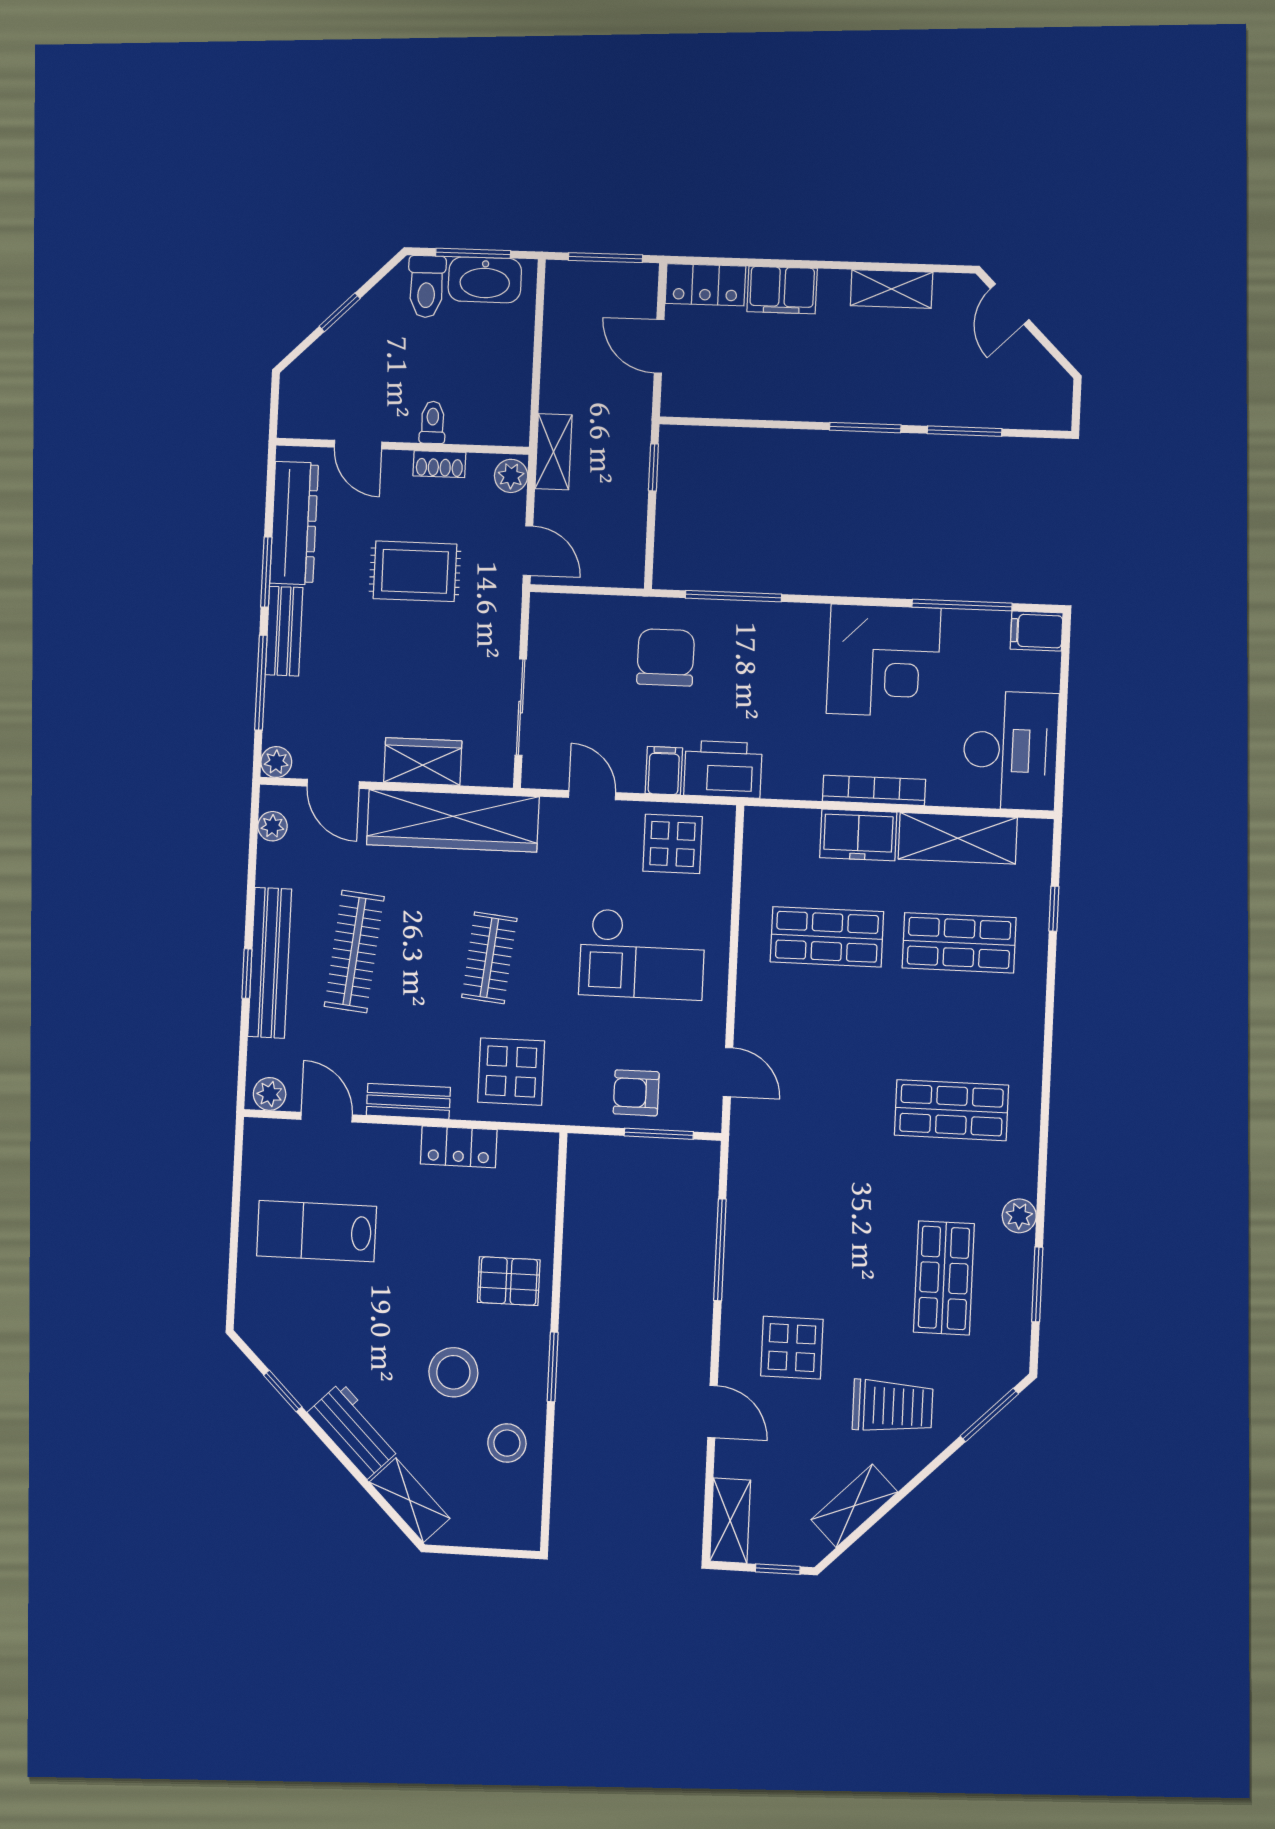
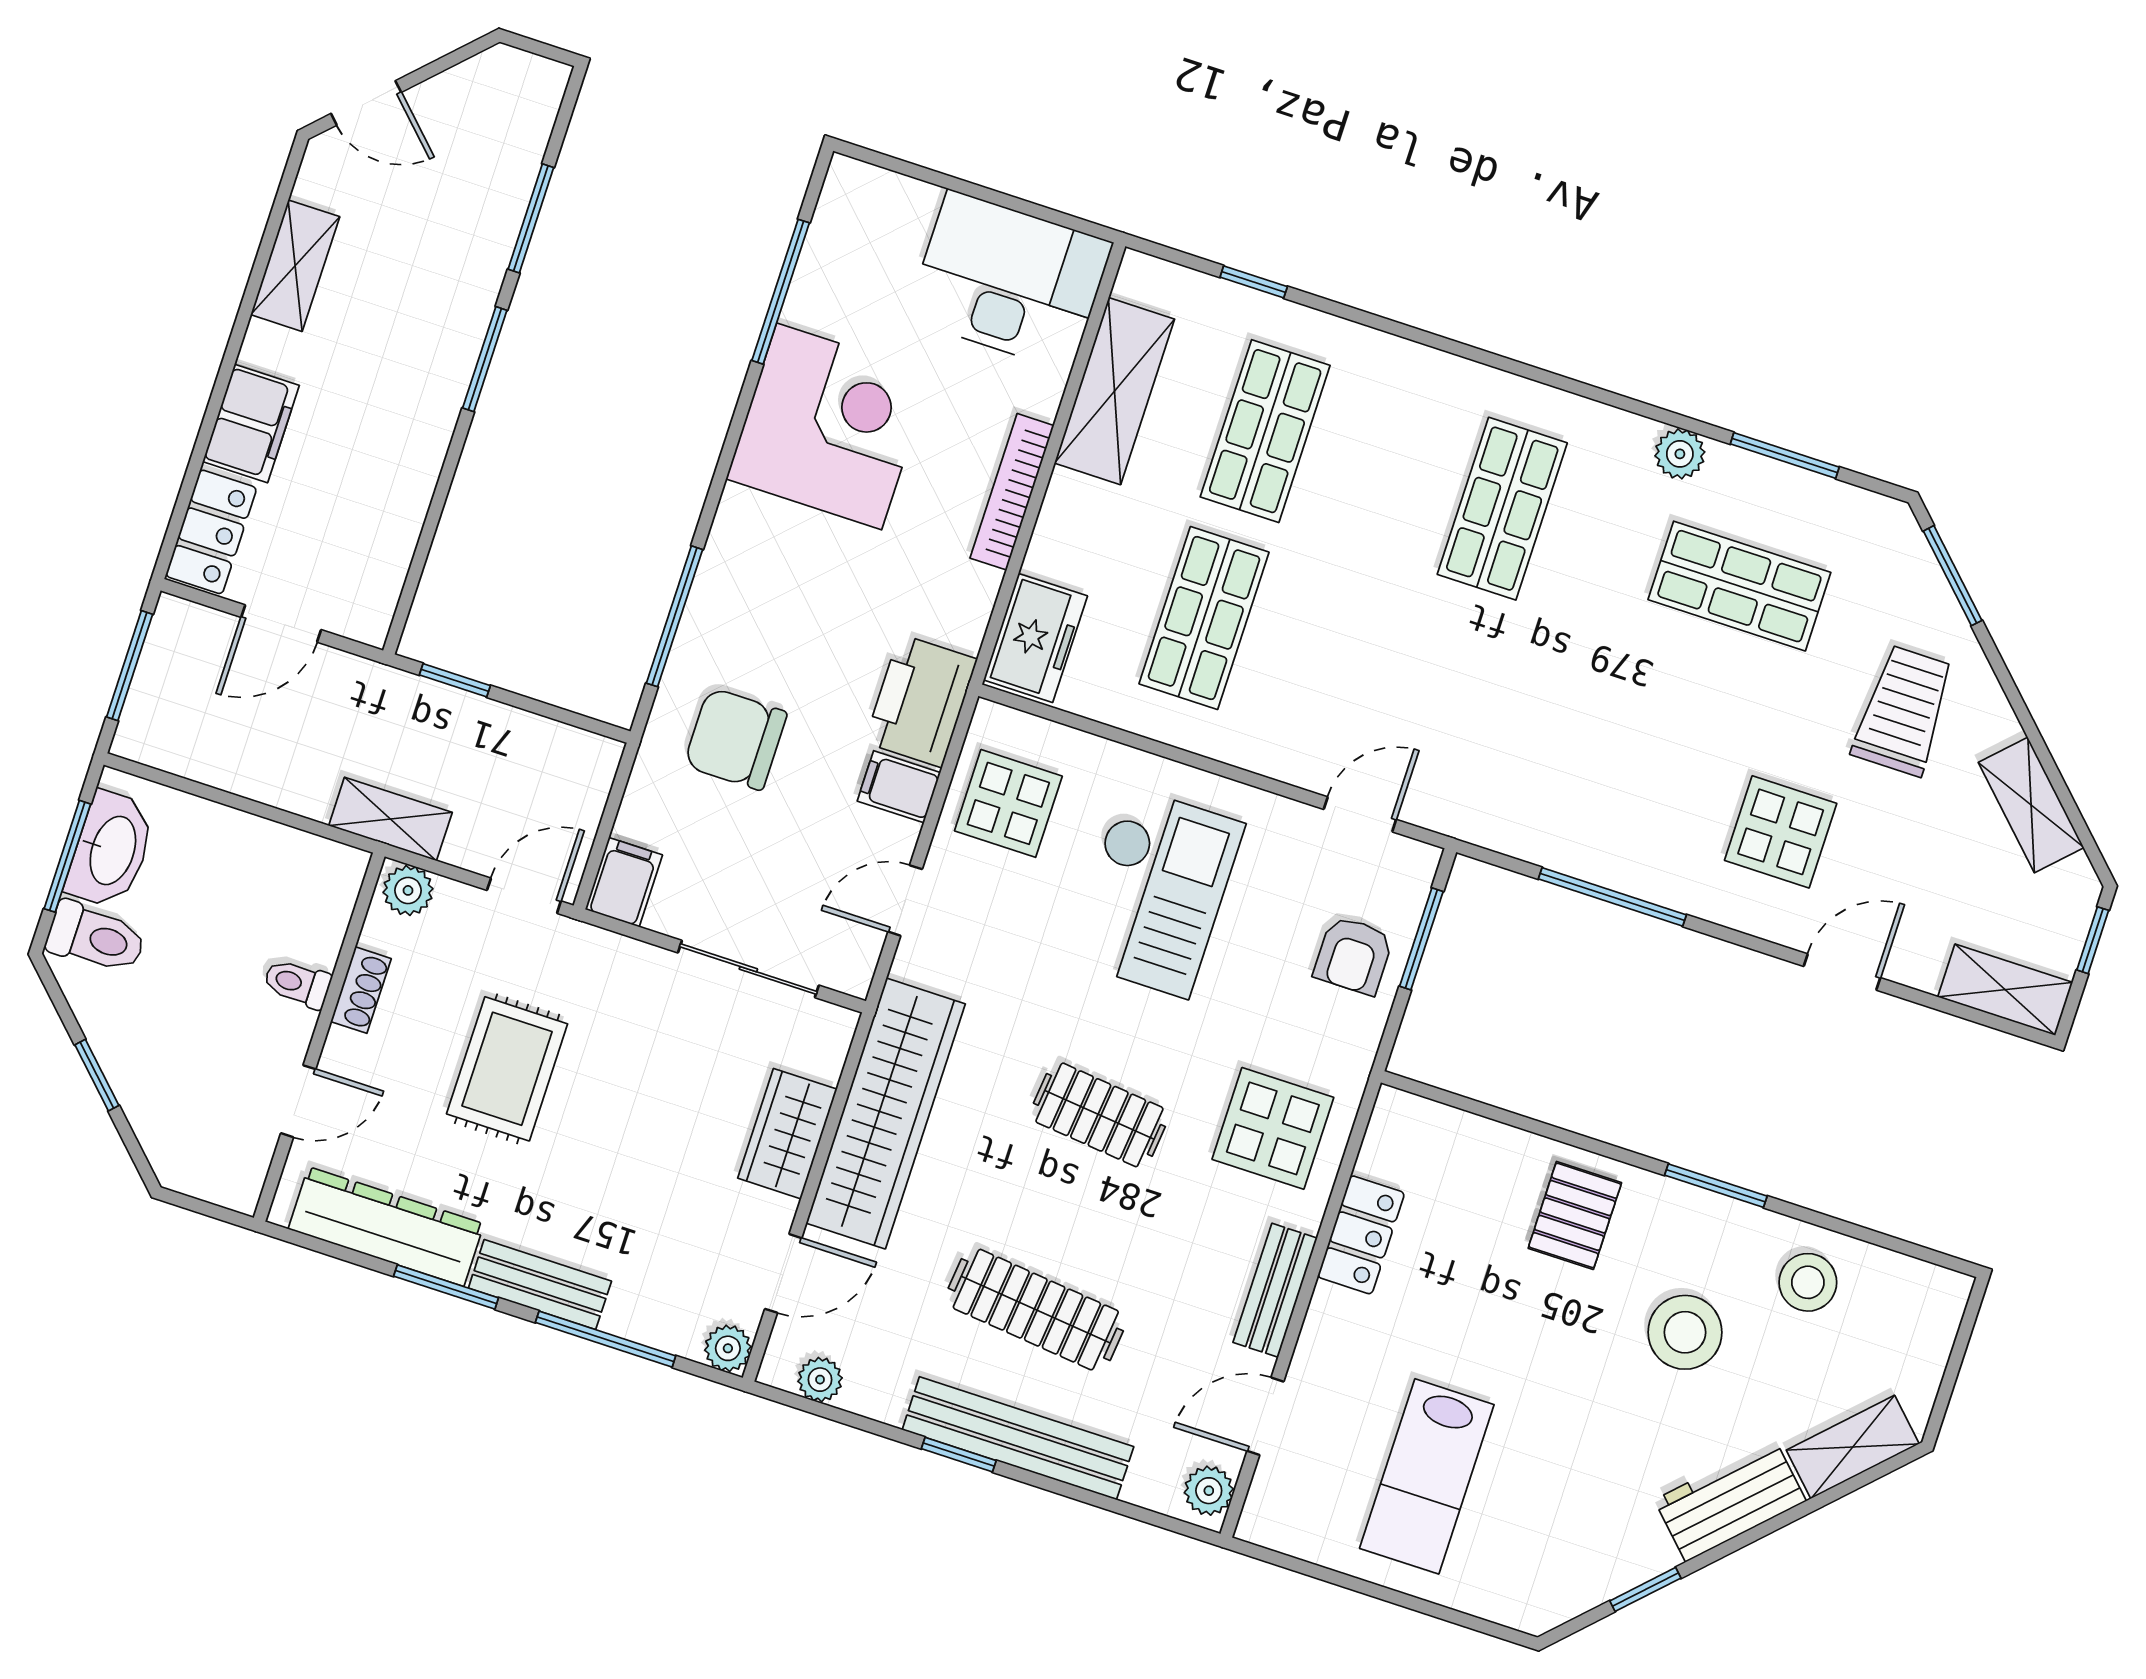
filing cabinet: (1037, 631) -> (624, 882), moved, turned 180
freezer: (858, 835) -> (1035, 638), moved
window: (247, 974) -> (959, 1455), moved

